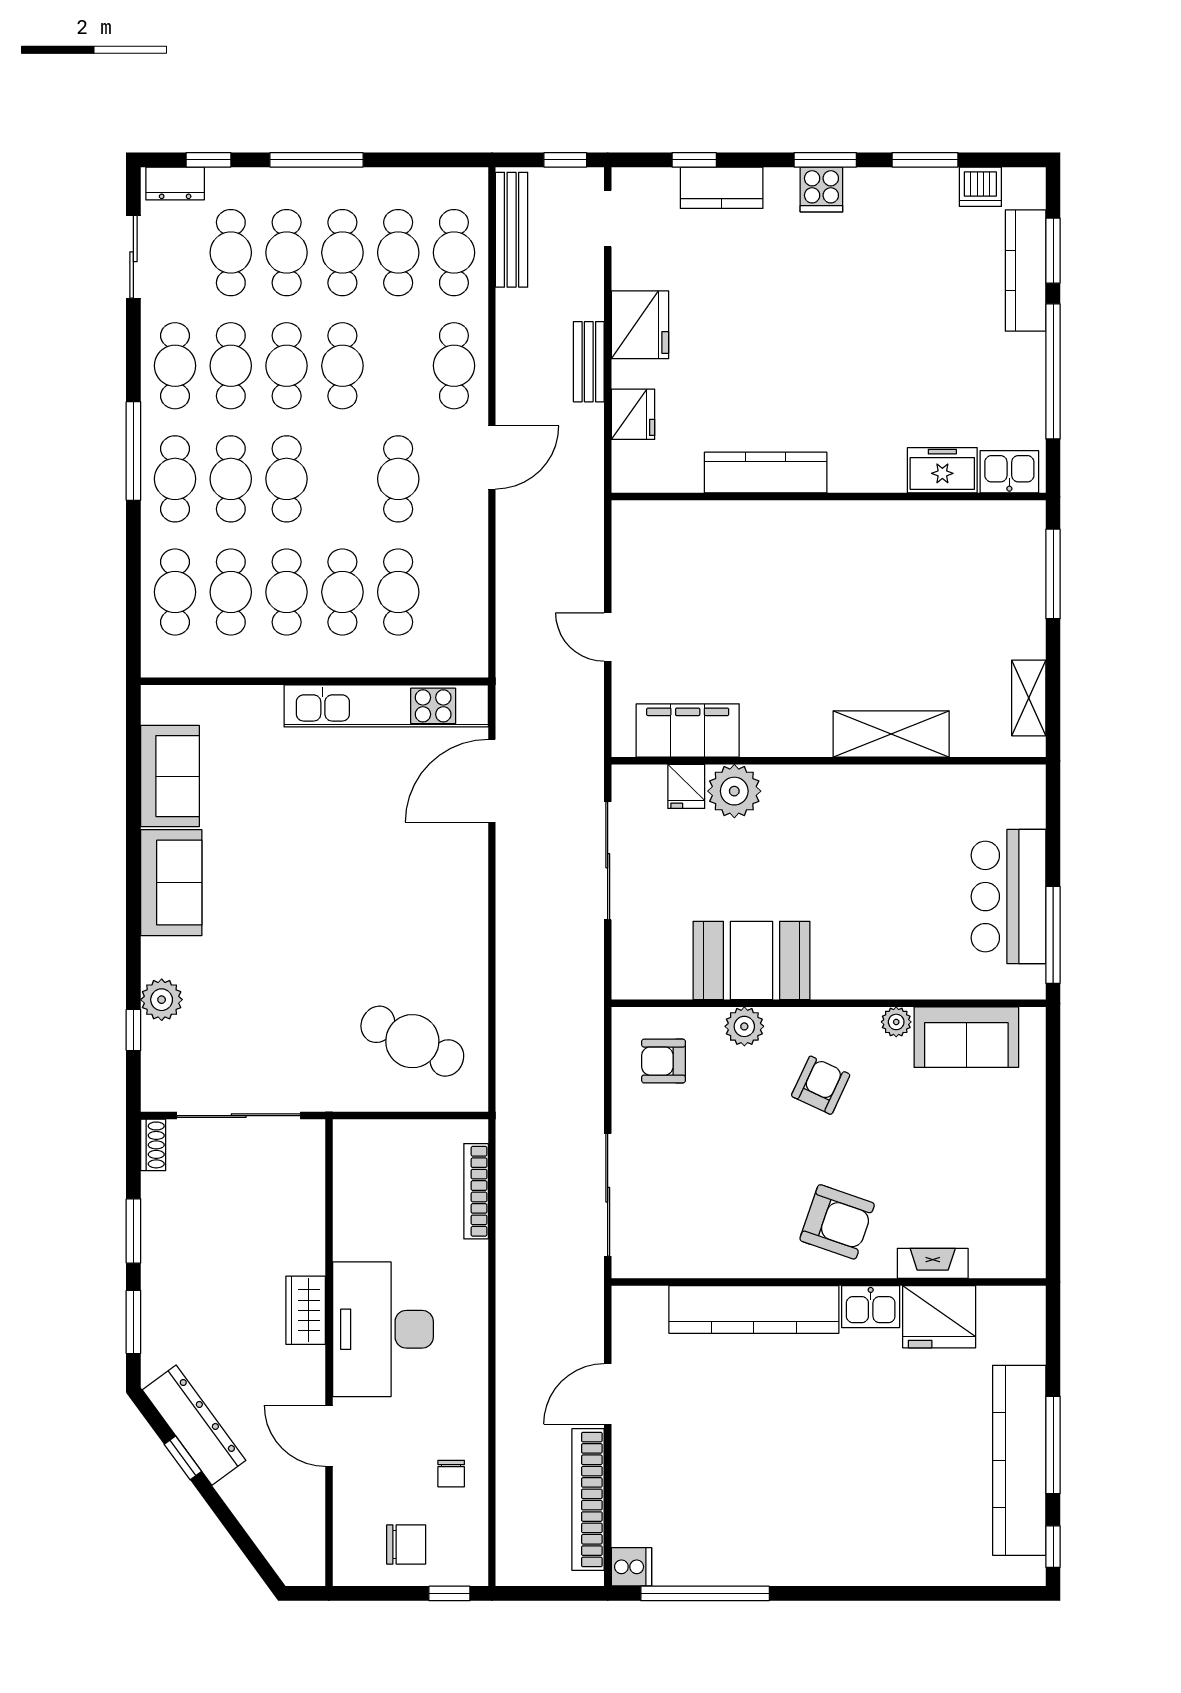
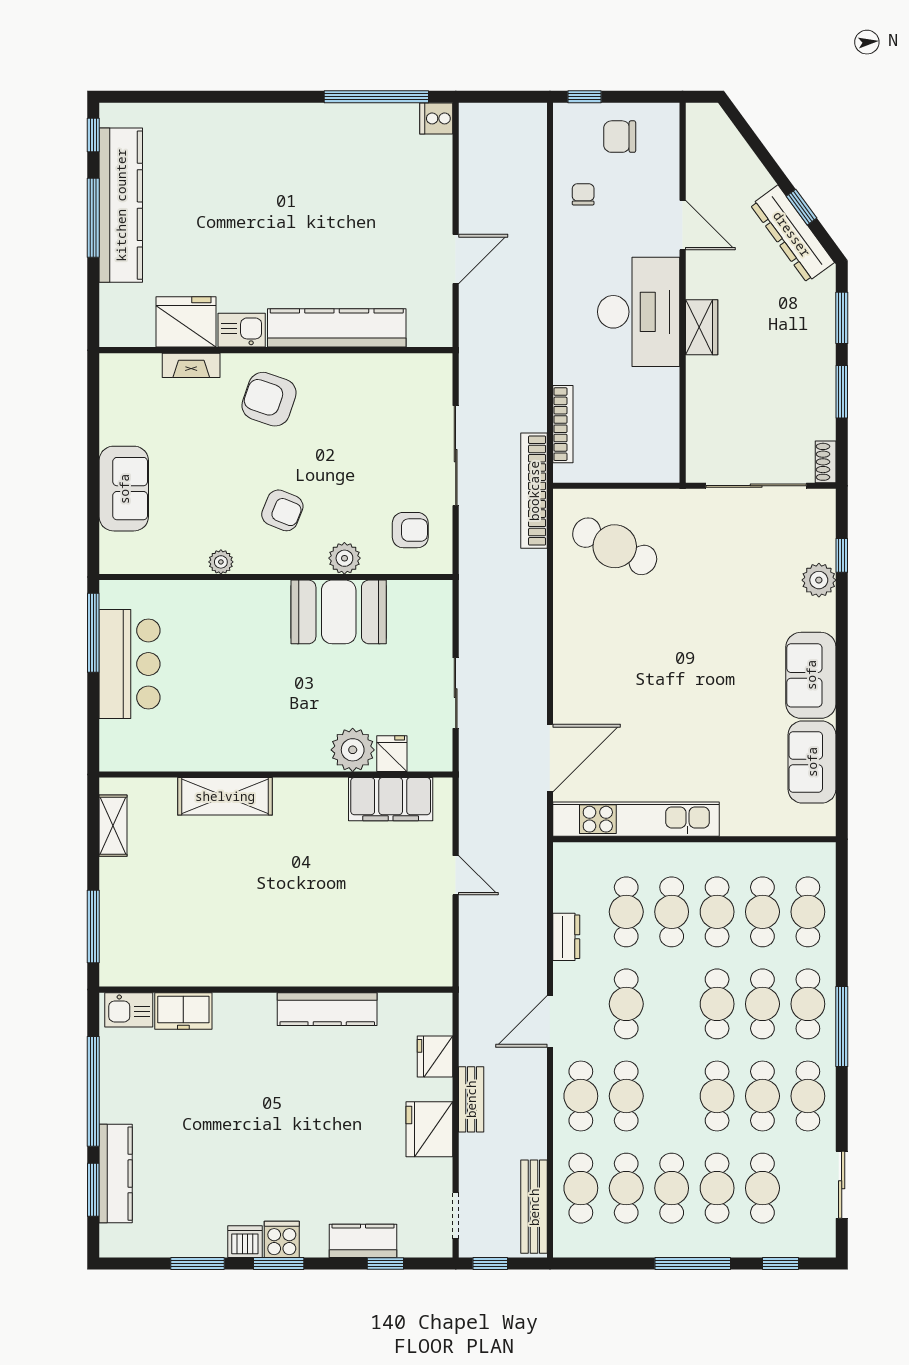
dresser: (175, 184) -> (566, 937), moved, turned 90
dishwasher: (980, 187) -> (245, 1242), moved
cafe table: (342, 366) -> (626, 1096), moved
sliding door: (608, 861) -> (456, 693), width x0.73
sofa: (966, 1037) -> (124, 489), moved, turned 90
armchair: (821, 1085) -> (282, 510), turned -93
sliding door: (608, 1195) -> (456, 456), moved
bookcase: (588, 1500) -> (534, 491), moved, turned 180

